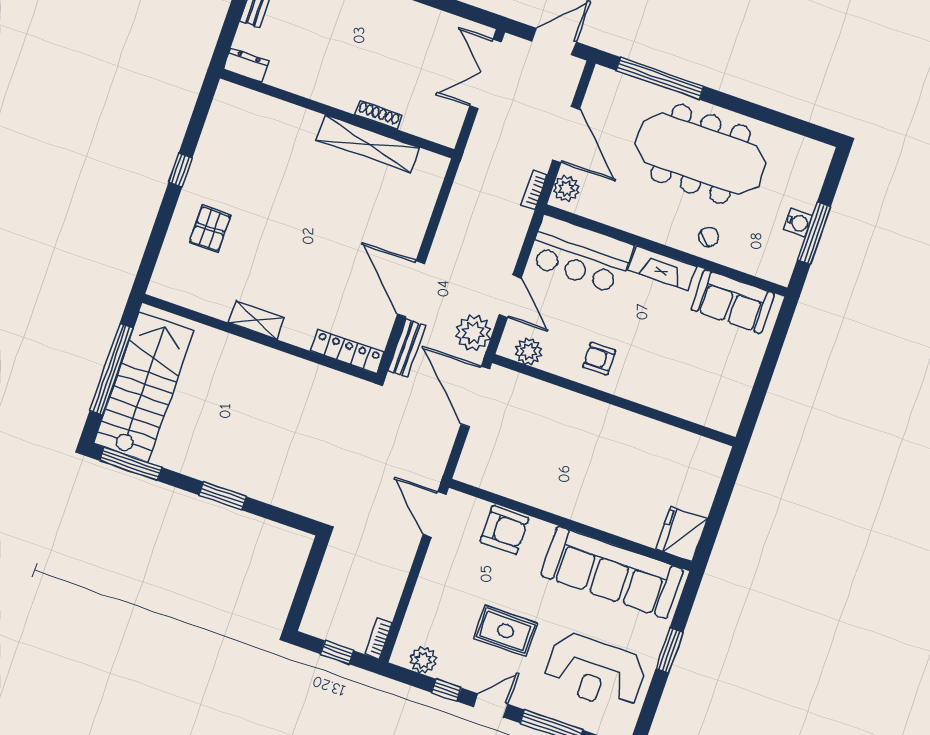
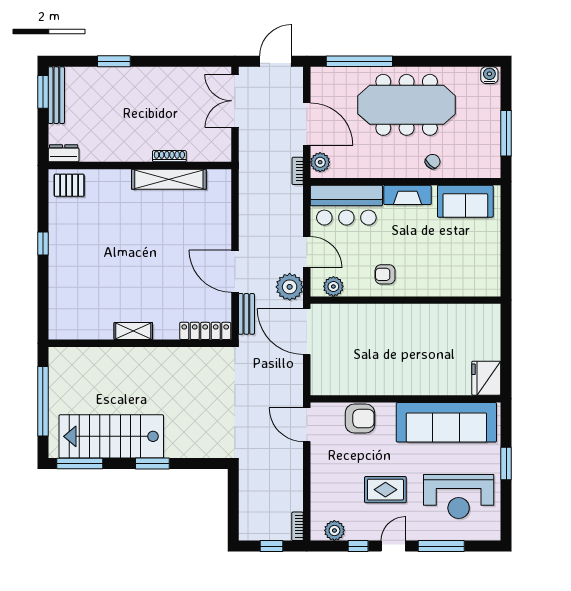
water cooler: (798, 223) -> (489, 75), moved, turned -90
pallet: (210, 229) -> (69, 185), moved, turned 90
stairs: (144, 387) -> (111, 436), moved, turned -90

